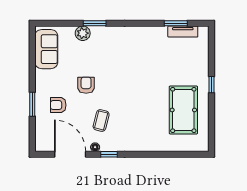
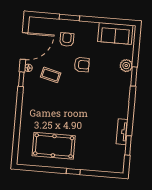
tv unit: (183, 32) -> (122, 132), moved

